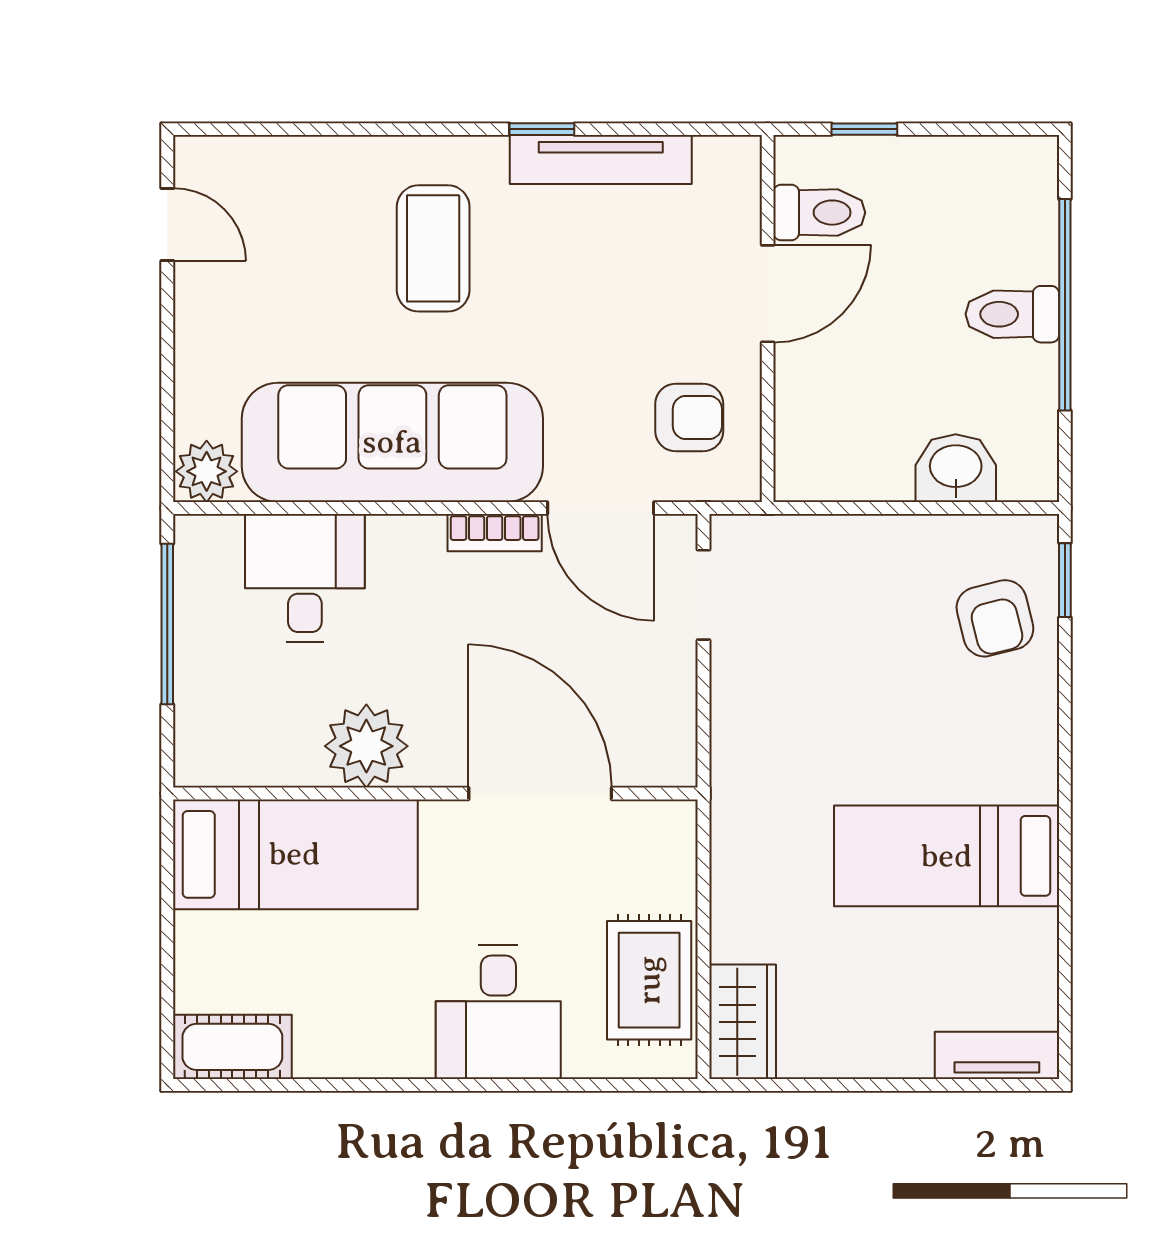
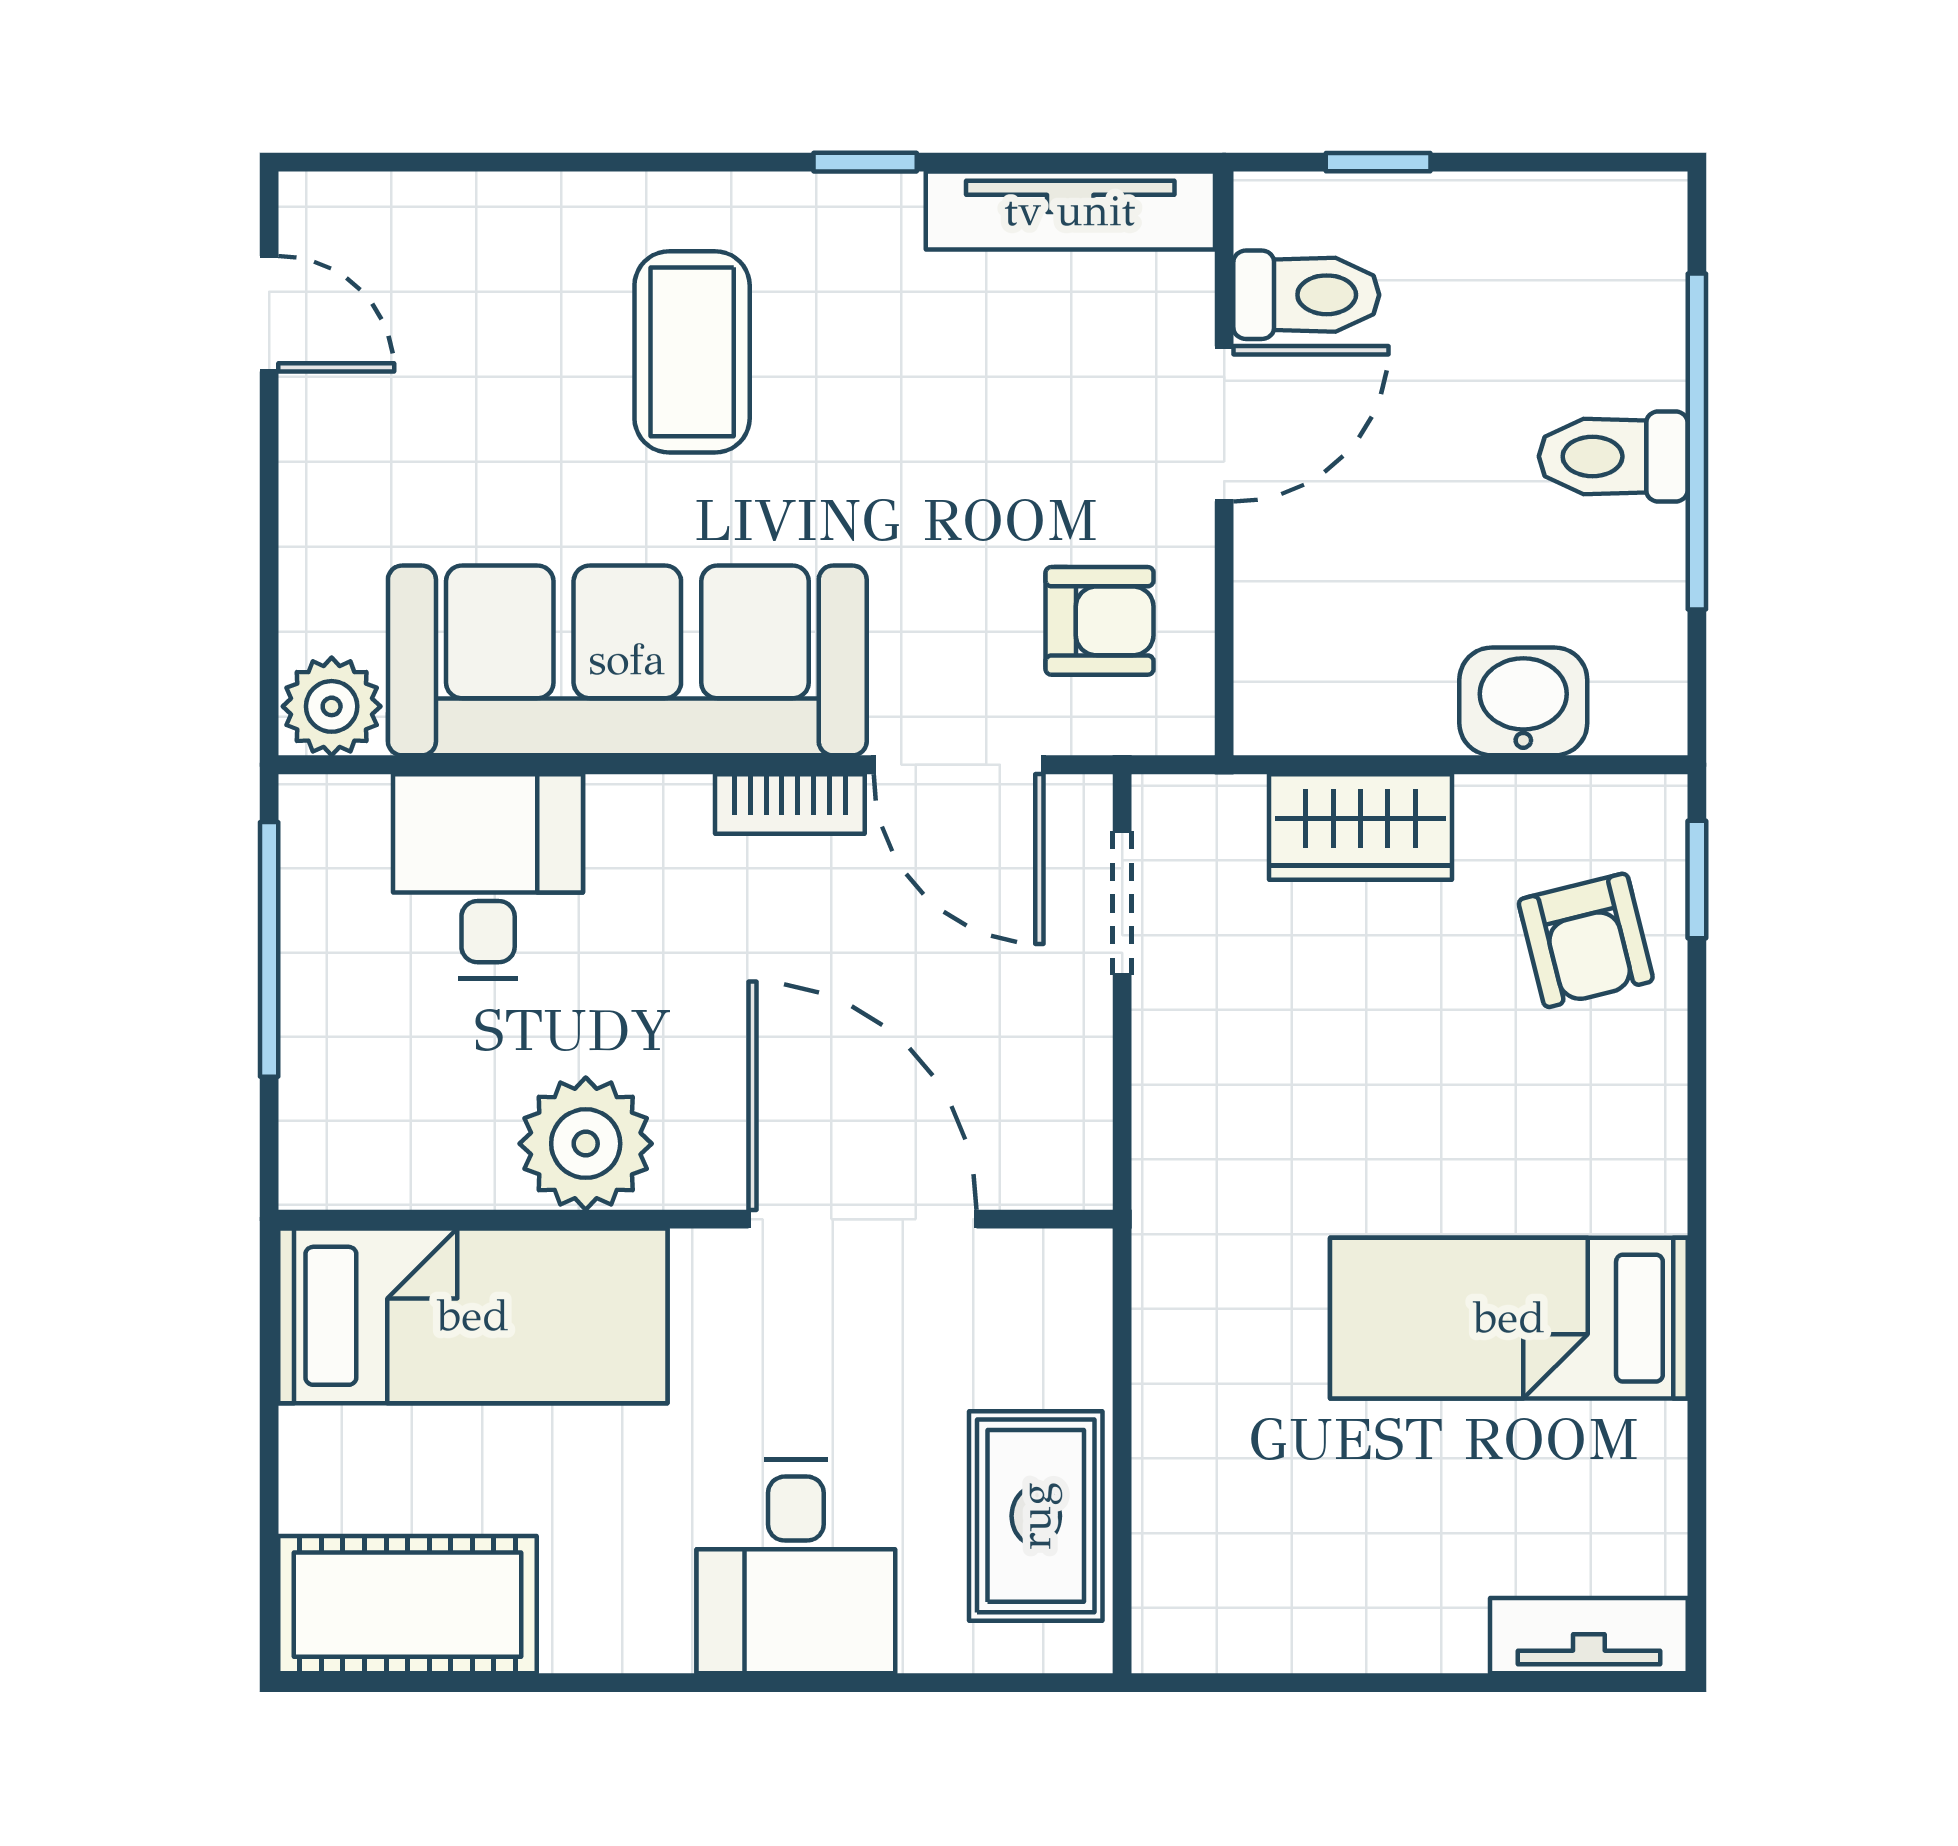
tv unit: (601, 160) -> (1070, 211), moved
wardrobe: (743, 1022) -> (1360, 827), moved, turned 90
cot: (232, 1047) -> (408, 1605), width x1.37, depth x1.34

